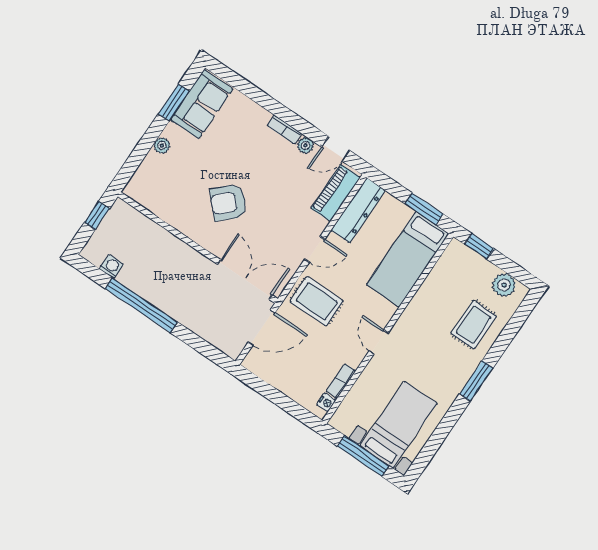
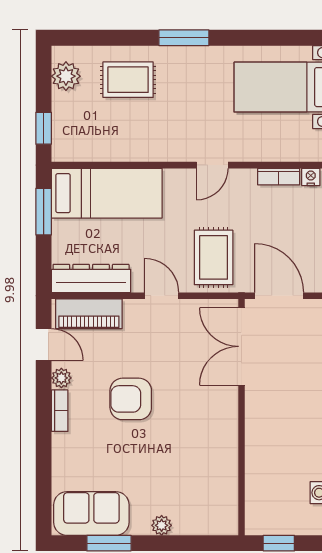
armchair: (228, 202) -> (131, 399), moved, turned 134

